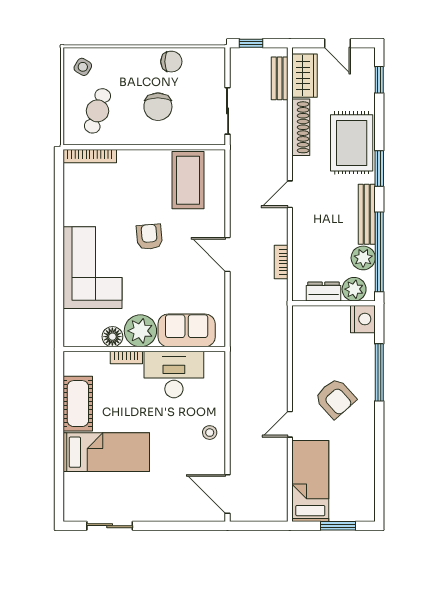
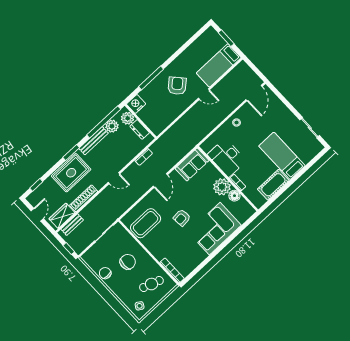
sofa: (187, 330) -> (192, 164), moved, turned -90

